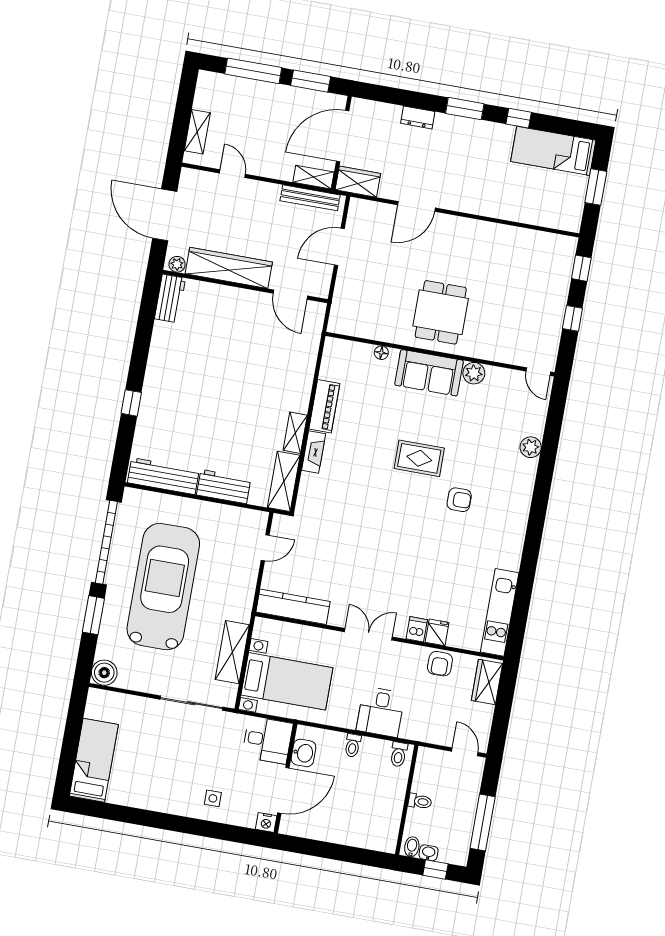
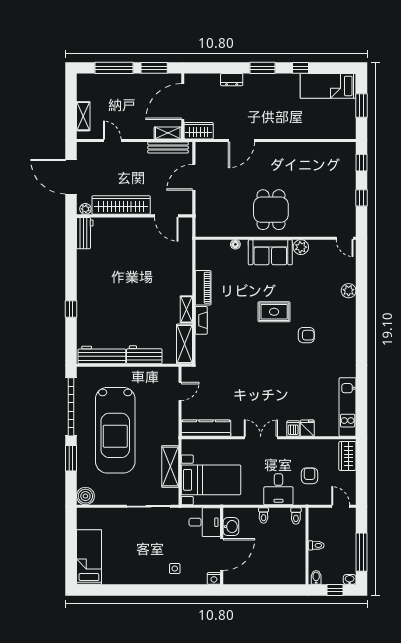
car: (163, 587) -> (115, 430), turned 180
armchair: (440, 664) -> (310, 476), moved, turned 180
washbasin: (429, 853) -> (350, 579), moved

